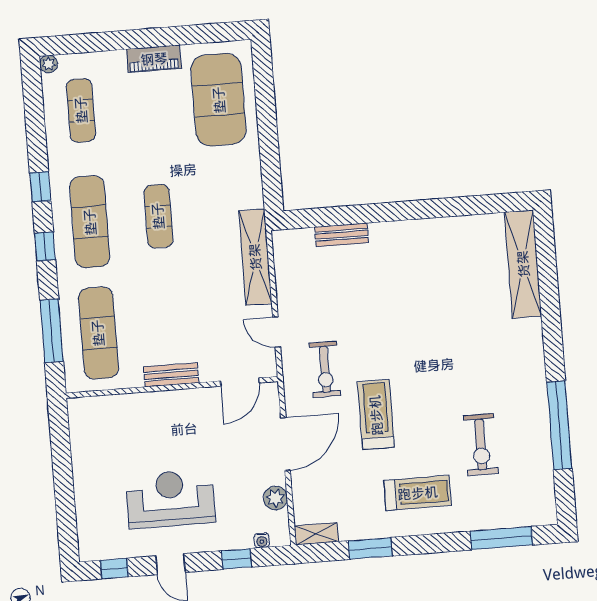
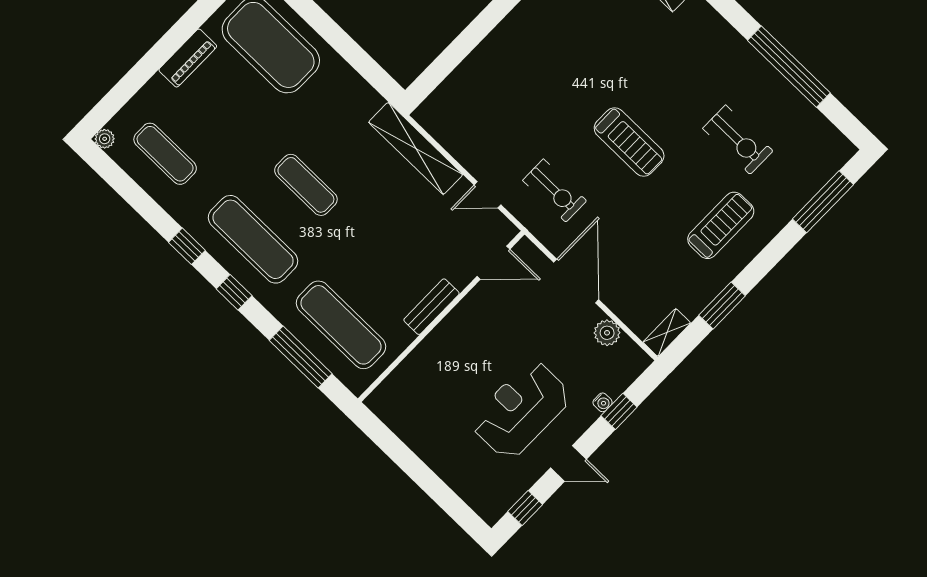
bench: (341, 235) -> (471, 67), removed
door: (240, 382) -> (493, 263), hinge flipped
treadmill: (376, 415) -> (629, 142), moved, turned 180
water cooler: (262, 540) -> (603, 402), moved

